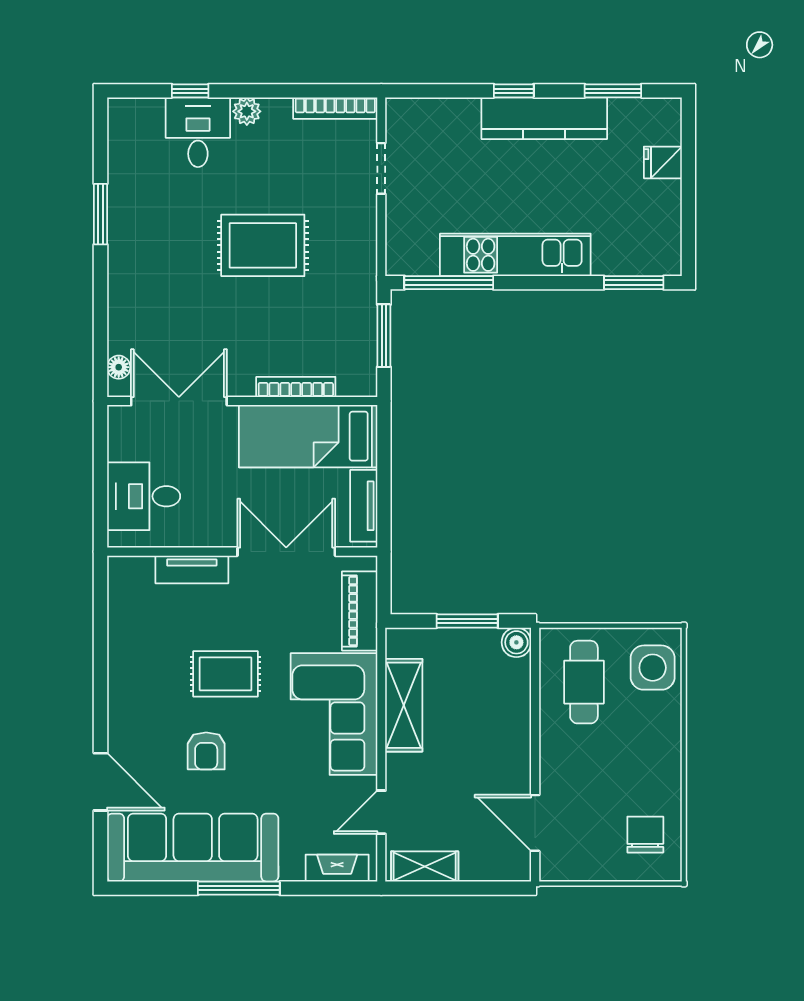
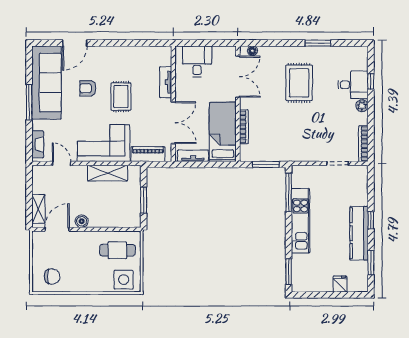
rug: (263, 245) -> (299, 83), moved
boiler: (516, 642) -> (82, 221), moved
shelving: (425, 866) -> (38, 209), moved

